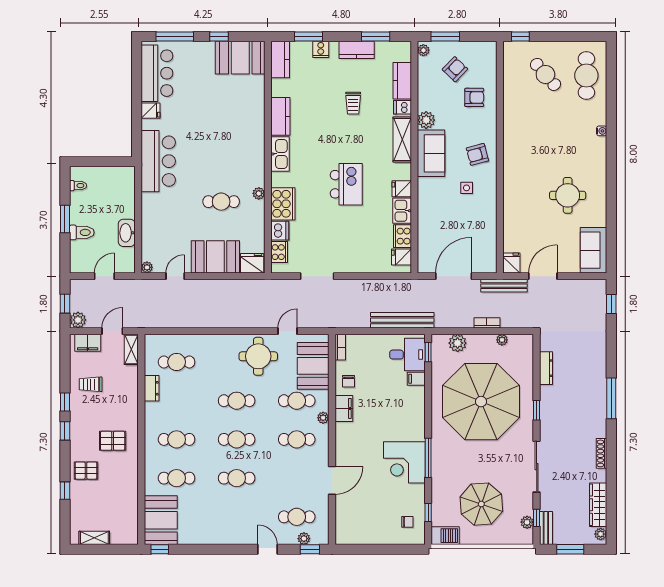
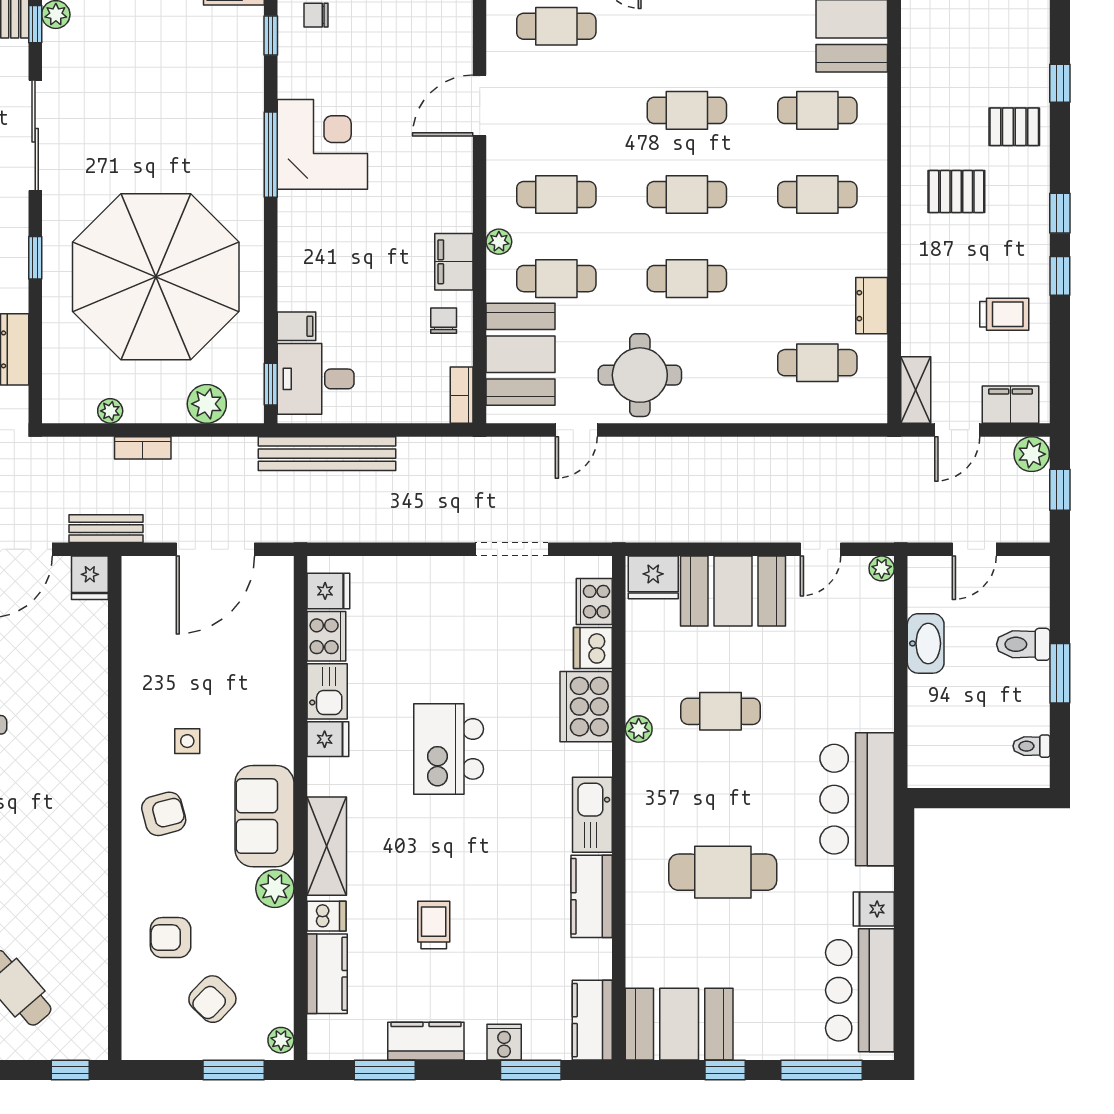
cafe table: (220, 128) -> (723, 872), added
bench: (504, 286) -> (106, 529), width x0.73
parasol: (481, 504) -> (155, 54), removed

